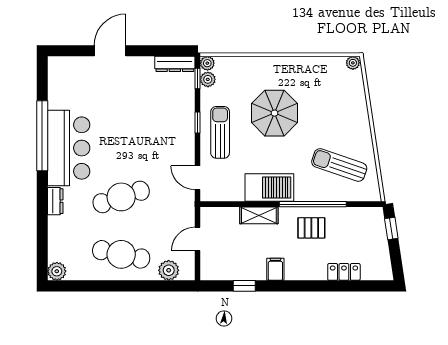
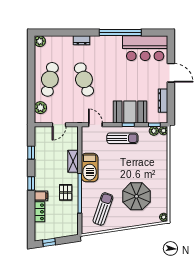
dresser: (175, 64) -> (163, 101), moved
parasol: (275, 113) -> (136, 196), moved
booth: (176, 120) -> (130, 112), added
bar counter: (69, 148) -> (145, 48), moved
door: (197, 178) -> (95, 125), hinge flipped
window: (391, 229) -> (49, 242), moved
door: (197, 239) -> (59, 125), swing flipped
filing cabinet: (275, 269) -> (41, 196), moved
window: (296, 286) -> (31, 183), added

